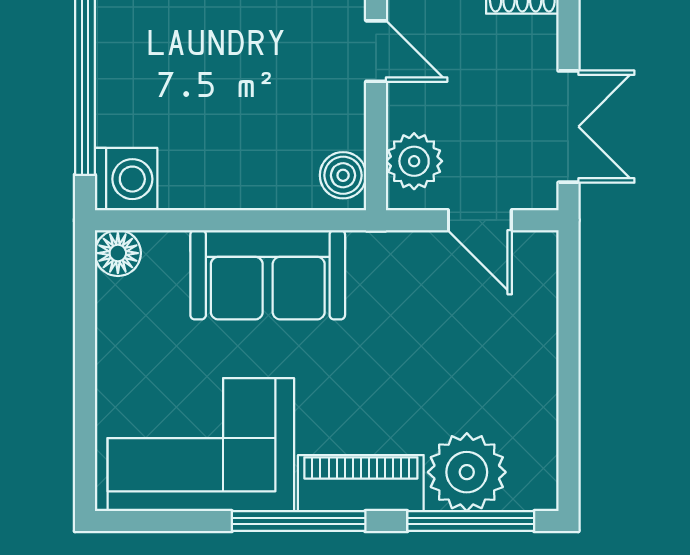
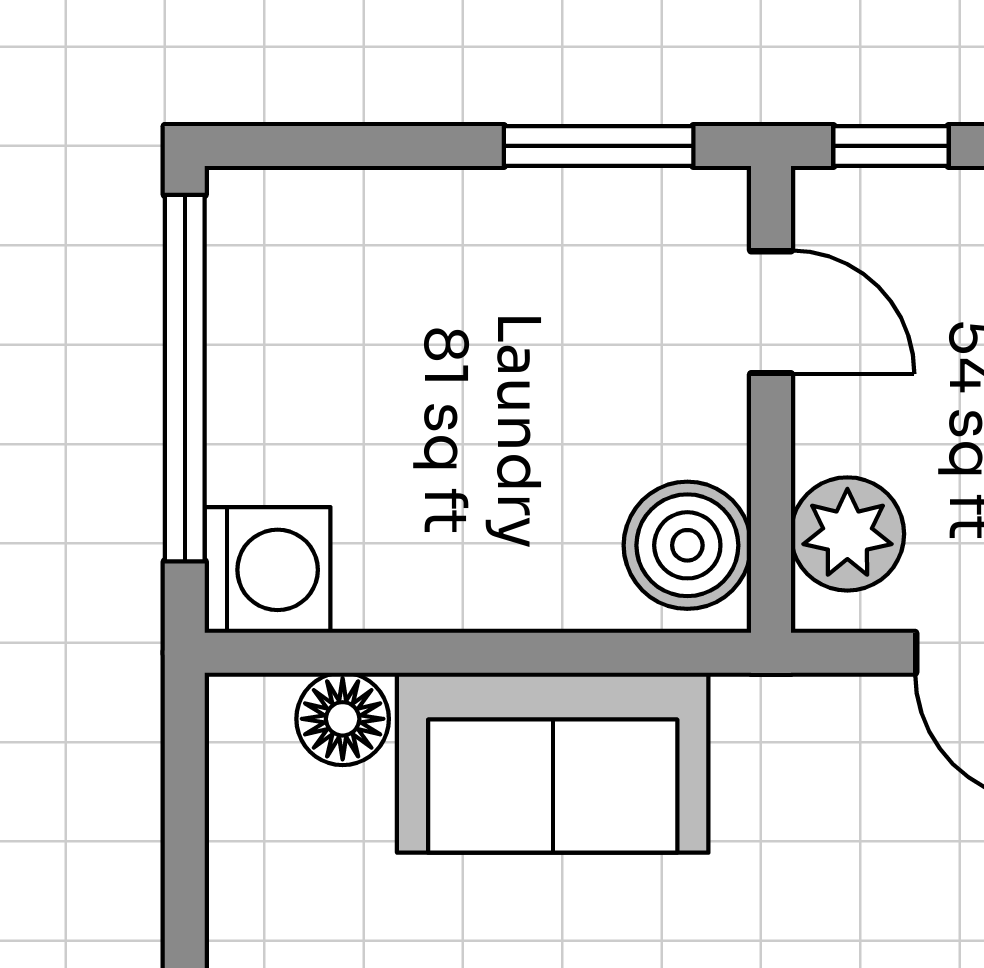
boiler: (343, 175) -> (687, 545), width x1.36, depth x1.36
floor lamp: (118, 253) -> (343, 719), moved

